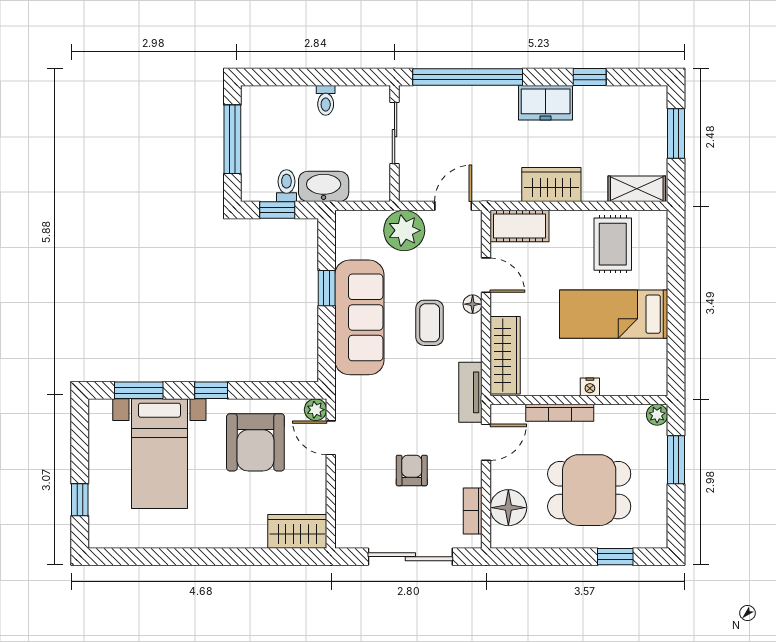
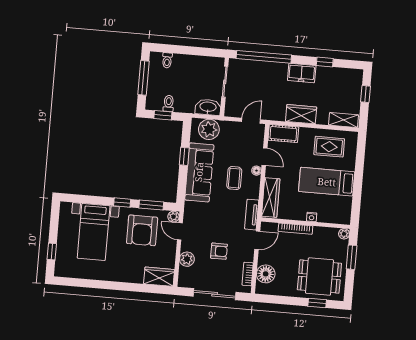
toilet: (326, 100) -> (167, 60), moved
window: (676, 133) -> (366, 94), width x0.67
washbasin: (324, 186) -> (208, 107), moved
plant: (404, 230) -> (209, 129), moved
rug: (613, 244) -> (329, 147), turned 90
window: (139, 390) -> (151, 205), moved
armchair: (412, 470) -> (219, 251), turned 90
dining table: (589, 490) -> (319, 277), moved
plant: (349, 492) -> (187, 259), added

